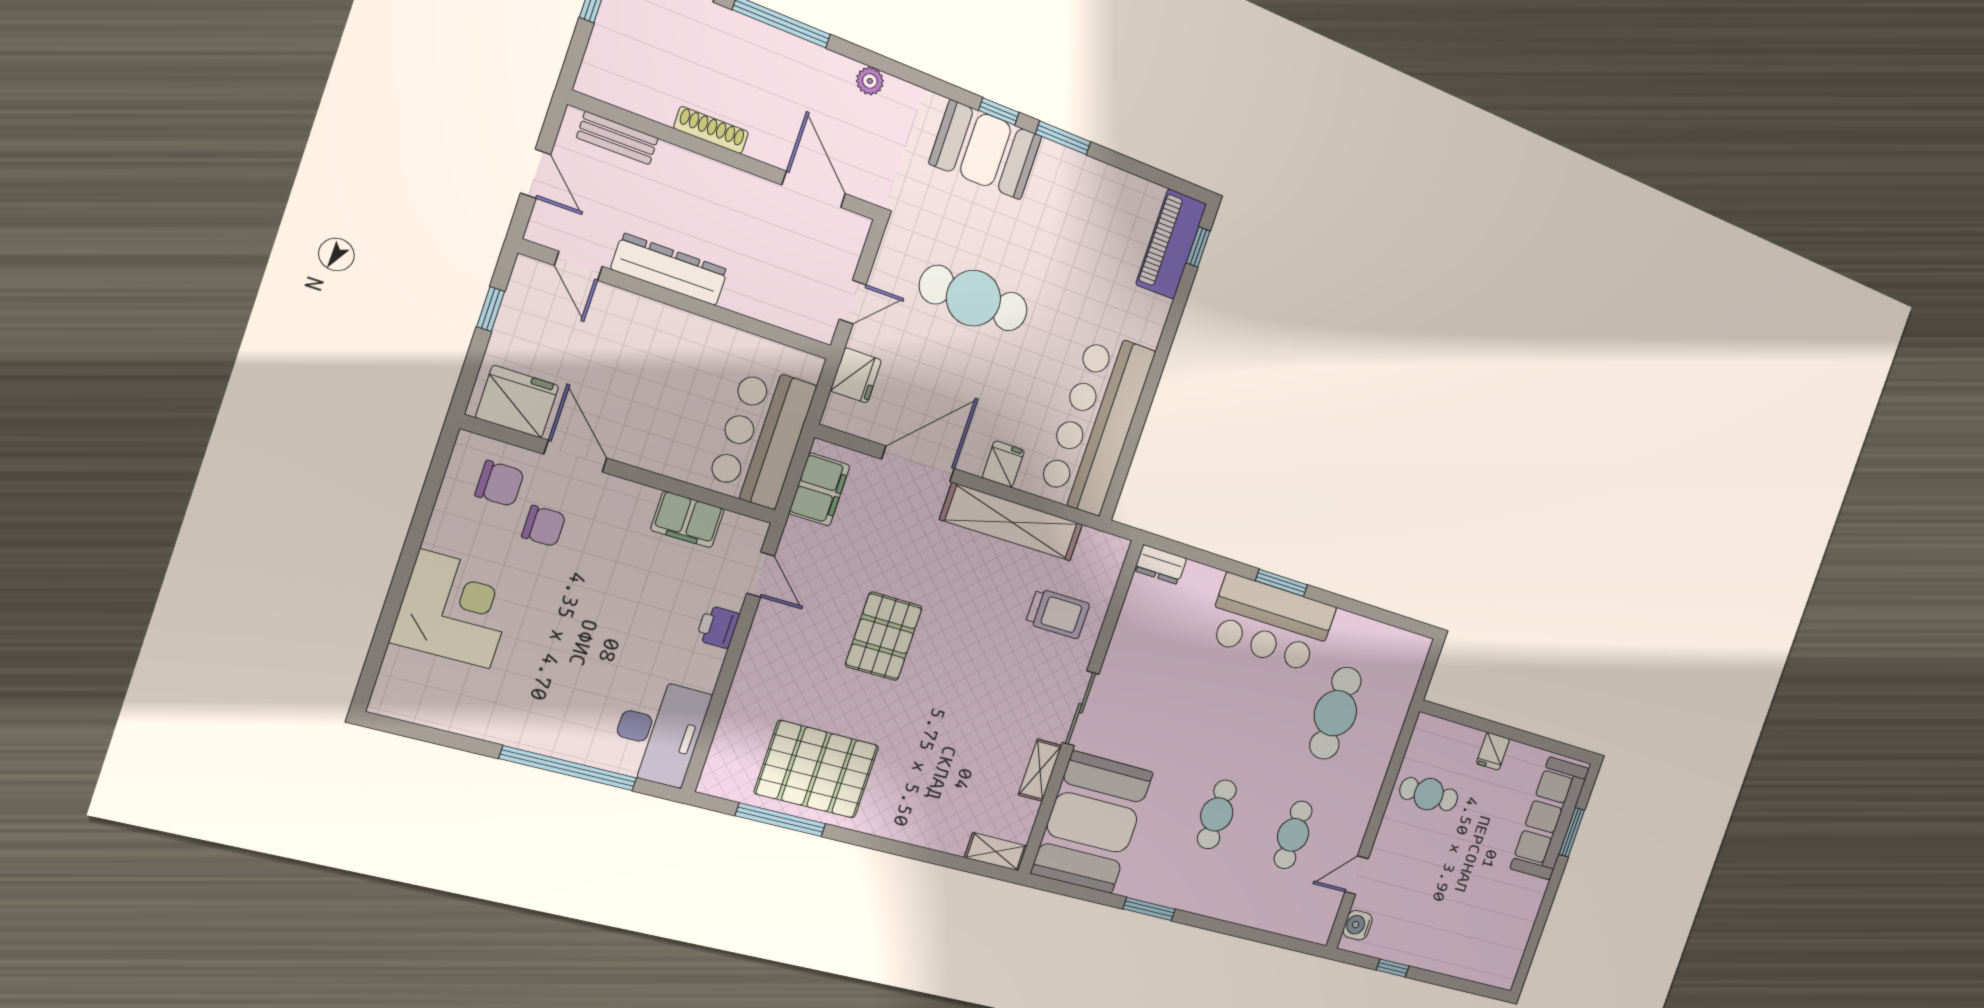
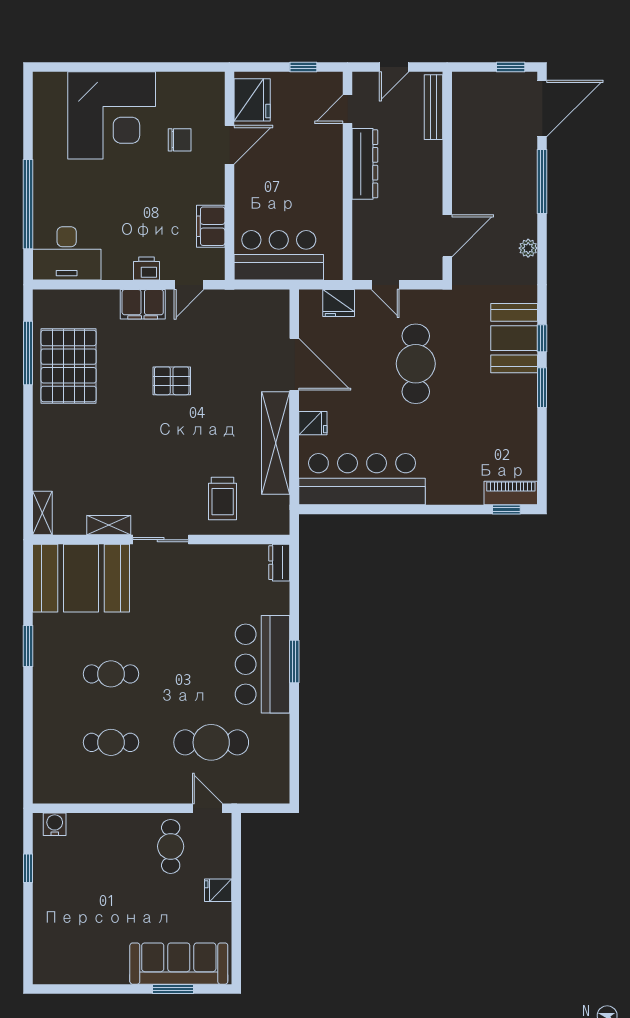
shoe rack: (711, 130) -> (460, 161), removed
bench: (617, 138) -> (433, 107), width x1.36
piano: (1171, 244) -> (511, 493), width x0.73, depth x0.75
chair: (500, 483) -> (198, 105), removed
filing cabinet: (819, 489) -> (143, 304), moved
chair: (544, 526) -> (180, 140), turned -90
corner desk: (455, 609) -> (112, 115), width x1.36, depth x1.36
pallet: (884, 636) -> (172, 381), width x0.67, depth x0.71
door: (1357, 875) -> (207, 808), moved

